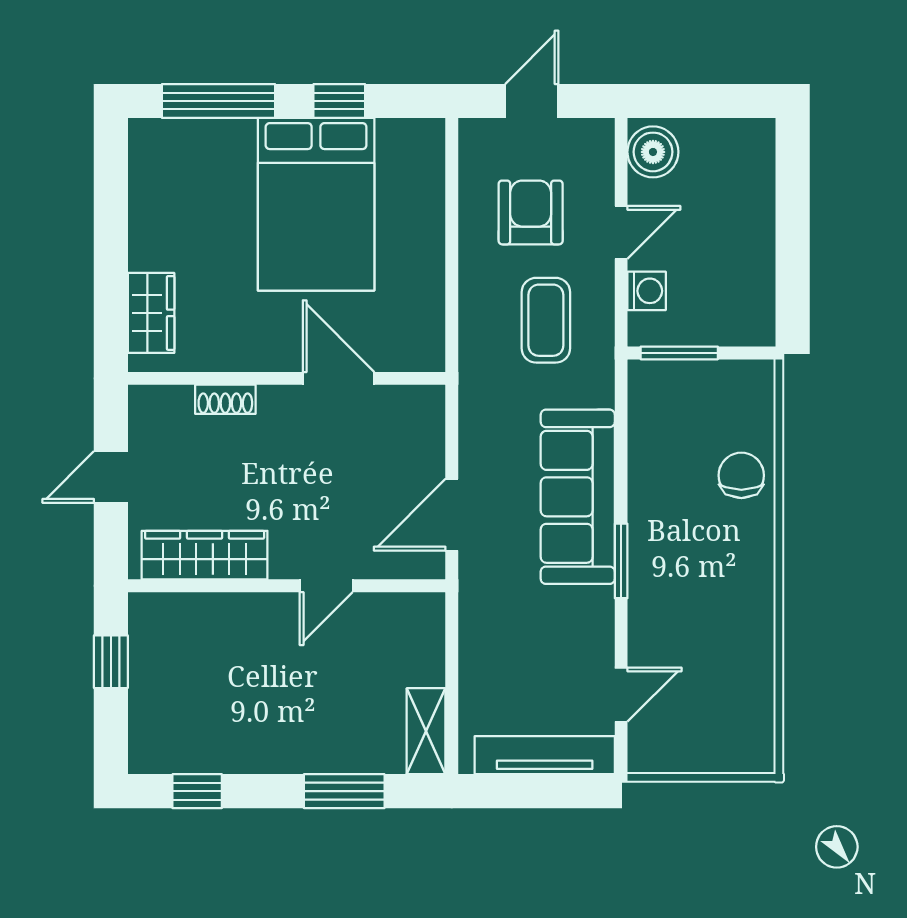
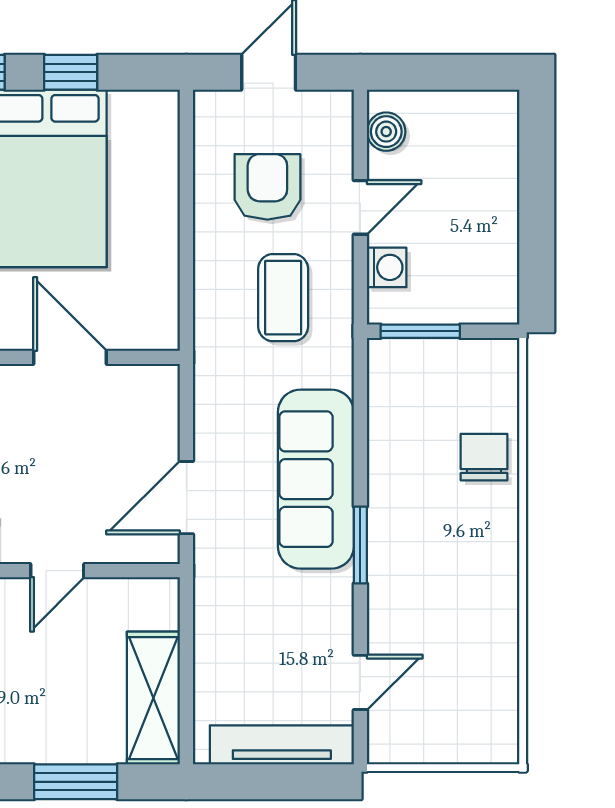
boiler: (653, 152) -> (386, 132), width x0.73, depth x0.73
shelving: (426, 731) -> (153, 698), width x1.50, depth x1.33

